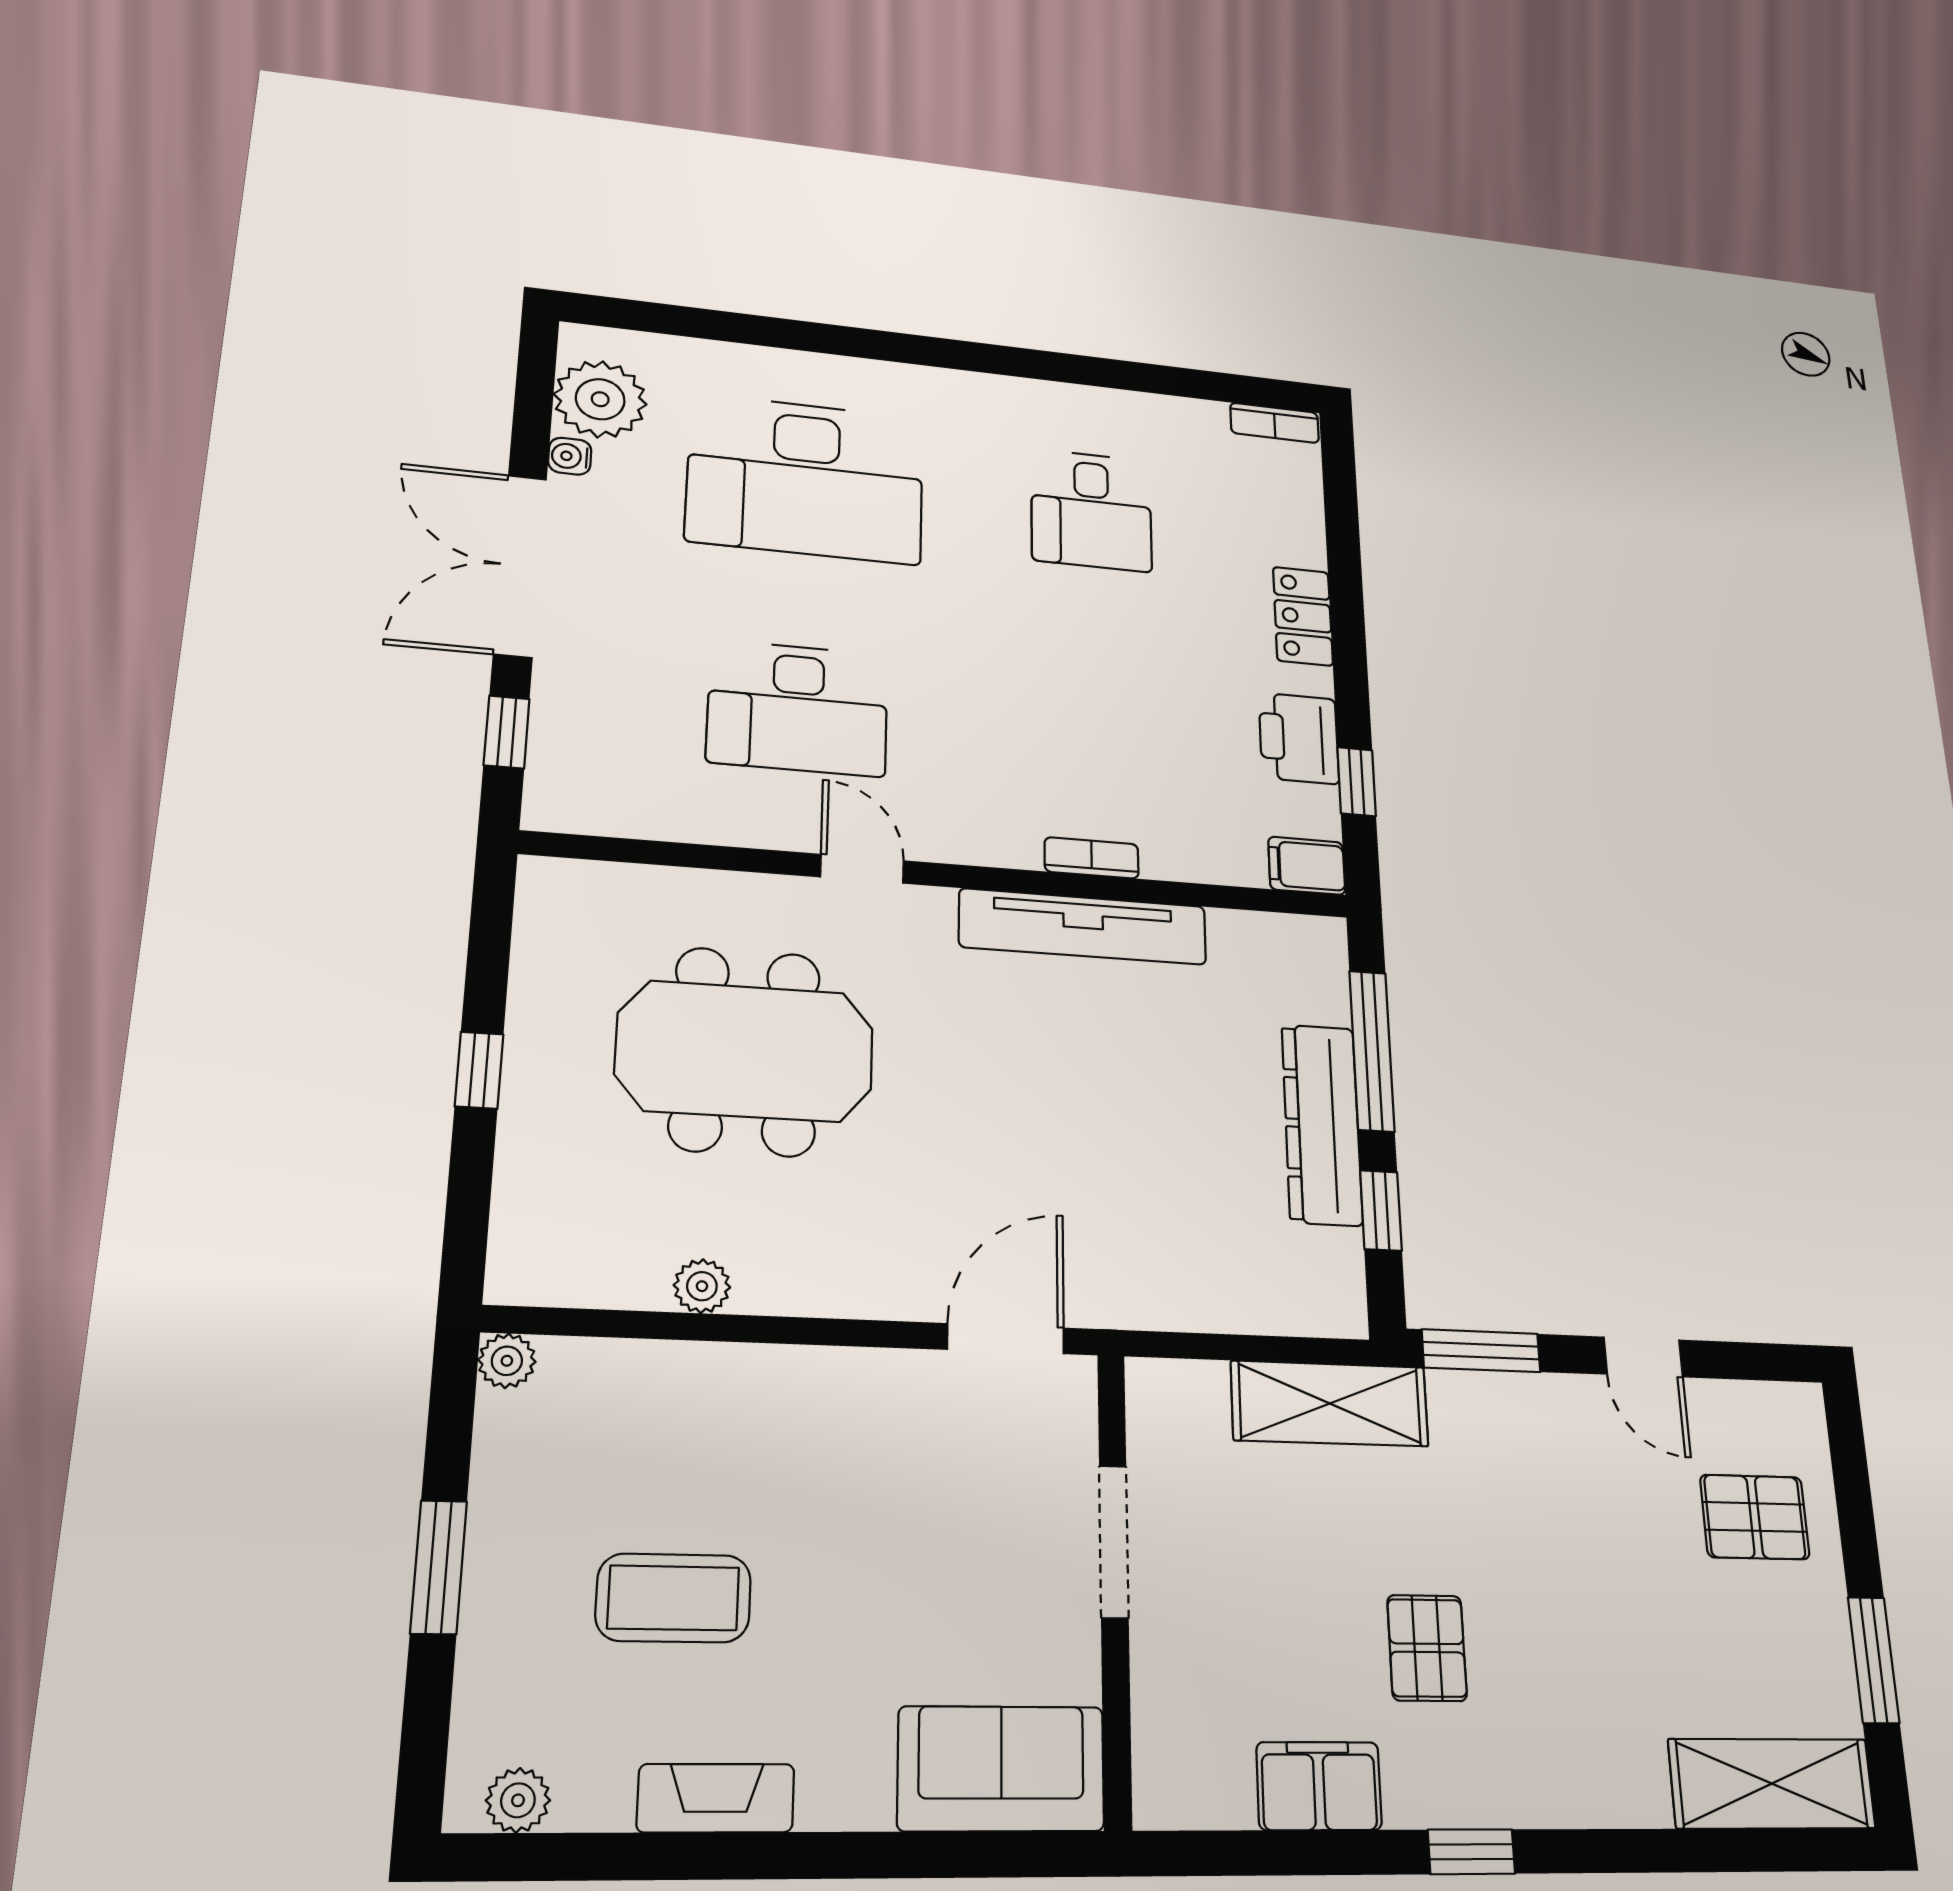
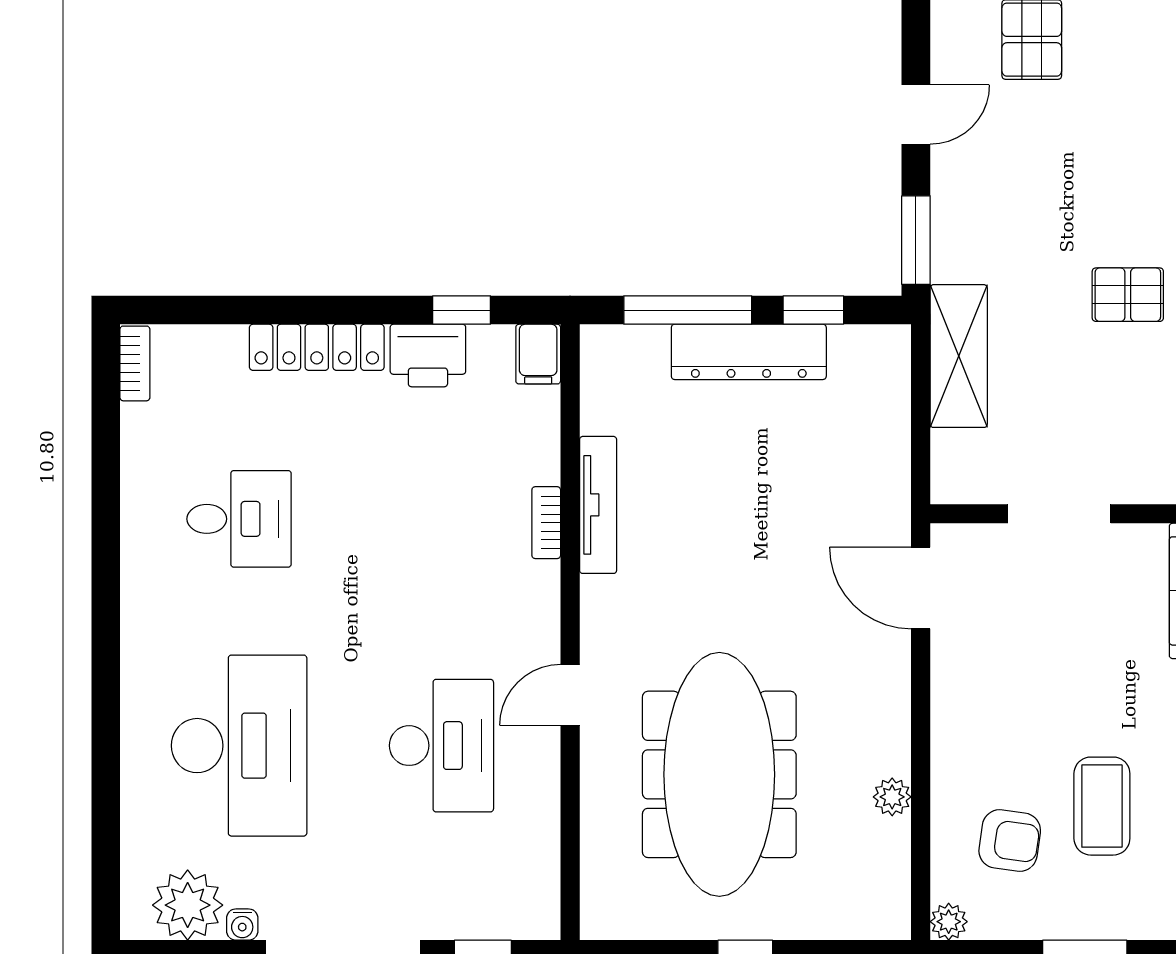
locker: (1303, 616) -> (317, 347), width x1.53
tv unit: (1083, 927) -> (598, 505), width x0.73, depth x0.78
meeting table: (745, 1051) -> (719, 774), width x1.36
armchair: (627, 1456) -> (1010, 841), added

